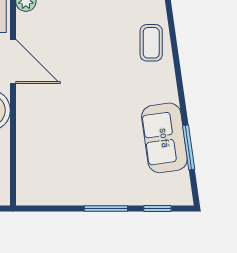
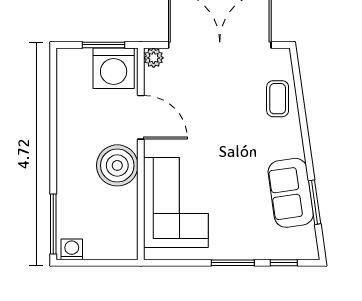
corner sofa: (48, 148) -> (176, 203), added

